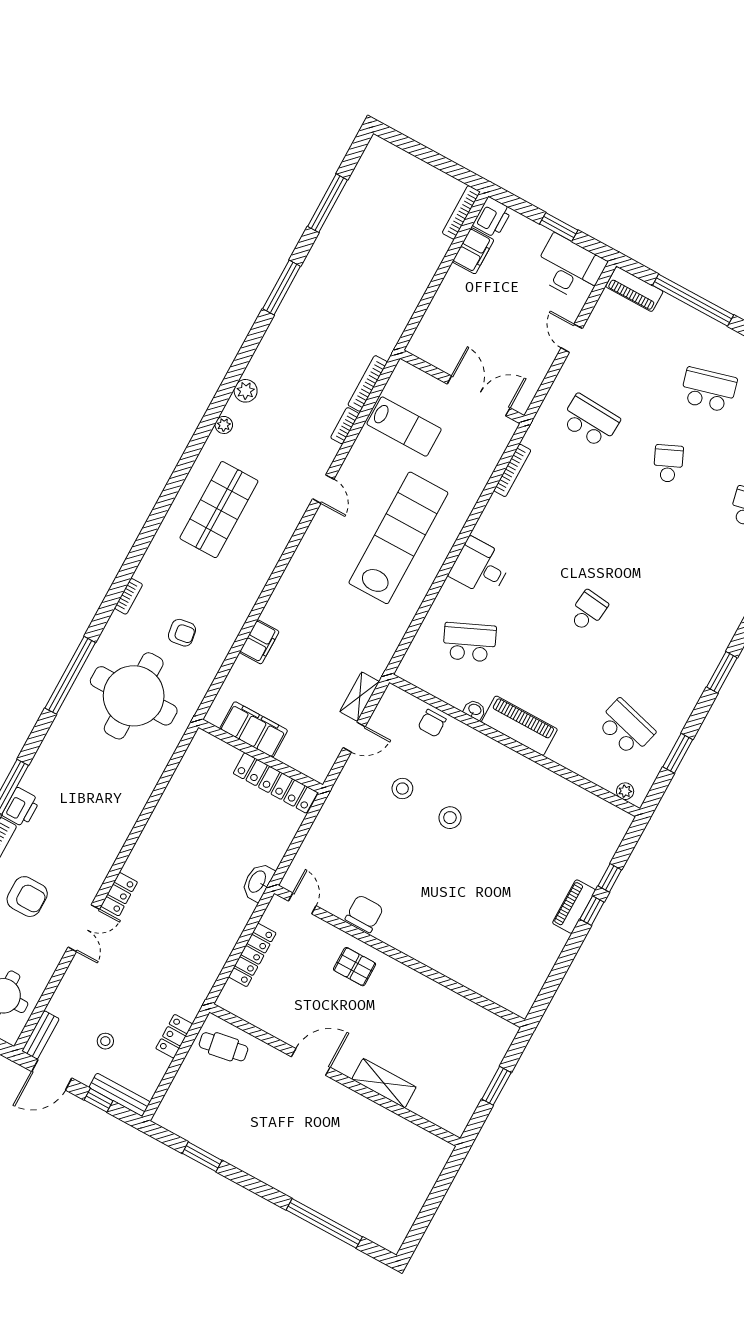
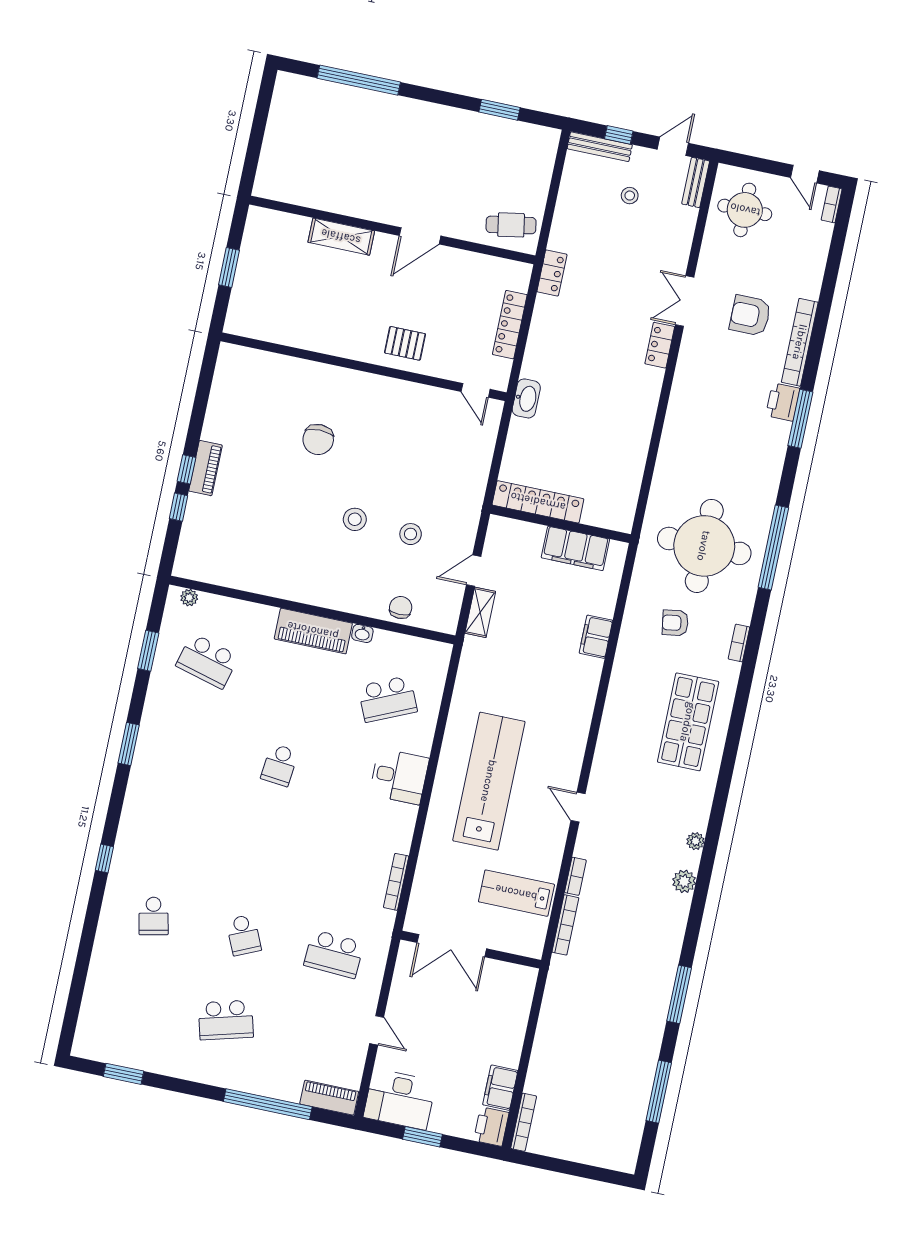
shop shelf: (219, 510) -> (688, 722), moved
lab bench: (398, 538) -> (489, 781), turned 180
chair: (364, 914) -> (318, 440), moved
locker: (174, 1036) -> (552, 273), moved
door: (52, 1075) -> (673, 146), width x0.73

